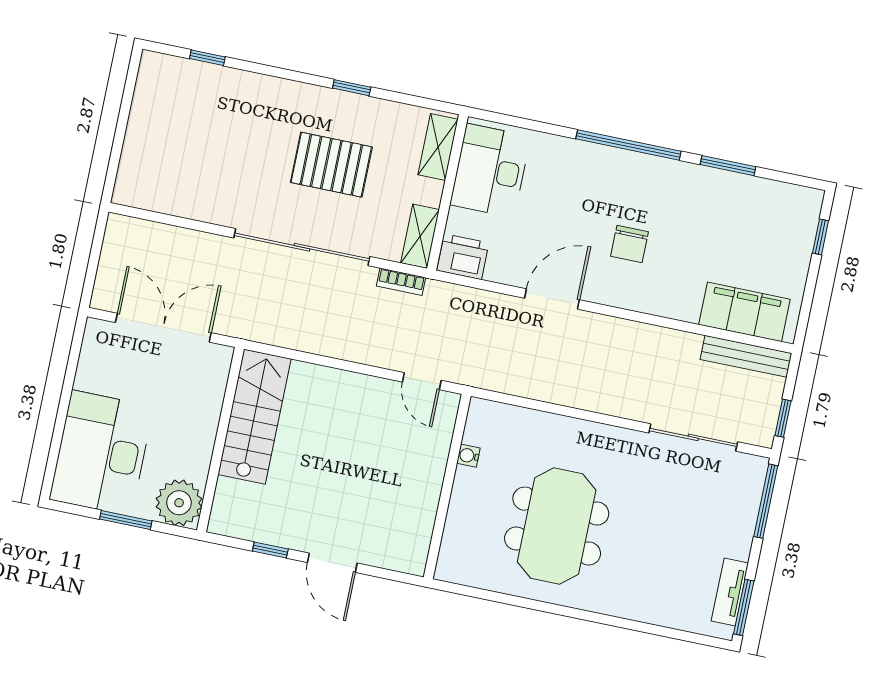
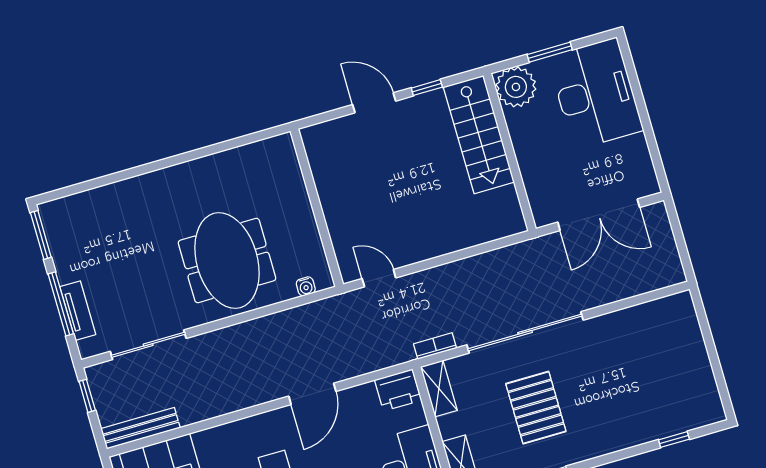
pallet: (331, 165) -> (536, 408), turned 90
stairs: (254, 417) -> (479, 135), moved
water cooler: (468, 456) -> (306, 286), moved, turned 90
window: (766, 501) -> (61, 304), moved
meeting table: (557, 526) -> (227, 260), moved
tv unit: (730, 592) -> (78, 311), moved

